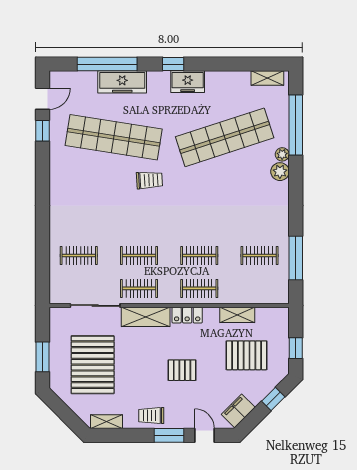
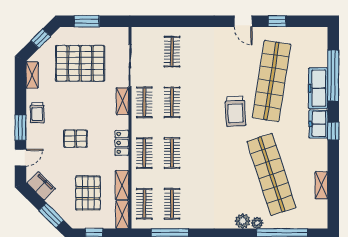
shelving: (267, 78) -> (321, 185), moved
freezer: (188, 82) -> (318, 124), moved
door: (43, 99) -> (243, 21), moved
trolley: (149, 180) -> (235, 111), width x1.36, depth x1.39
clothes rail: (259, 288) -> (144, 204), added
shelving: (272, 315) -> (122, 215), added
shelving: (146, 317) -> (122, 101), width x0.67, depth x0.75
pallet: (182, 370) -> (76, 139), turned 90
window: (273, 399) -> (51, 215), width x1.50
window: (63, 411) -> (41, 38), added
trolley: (151, 416) -> (37, 113), turned 180

